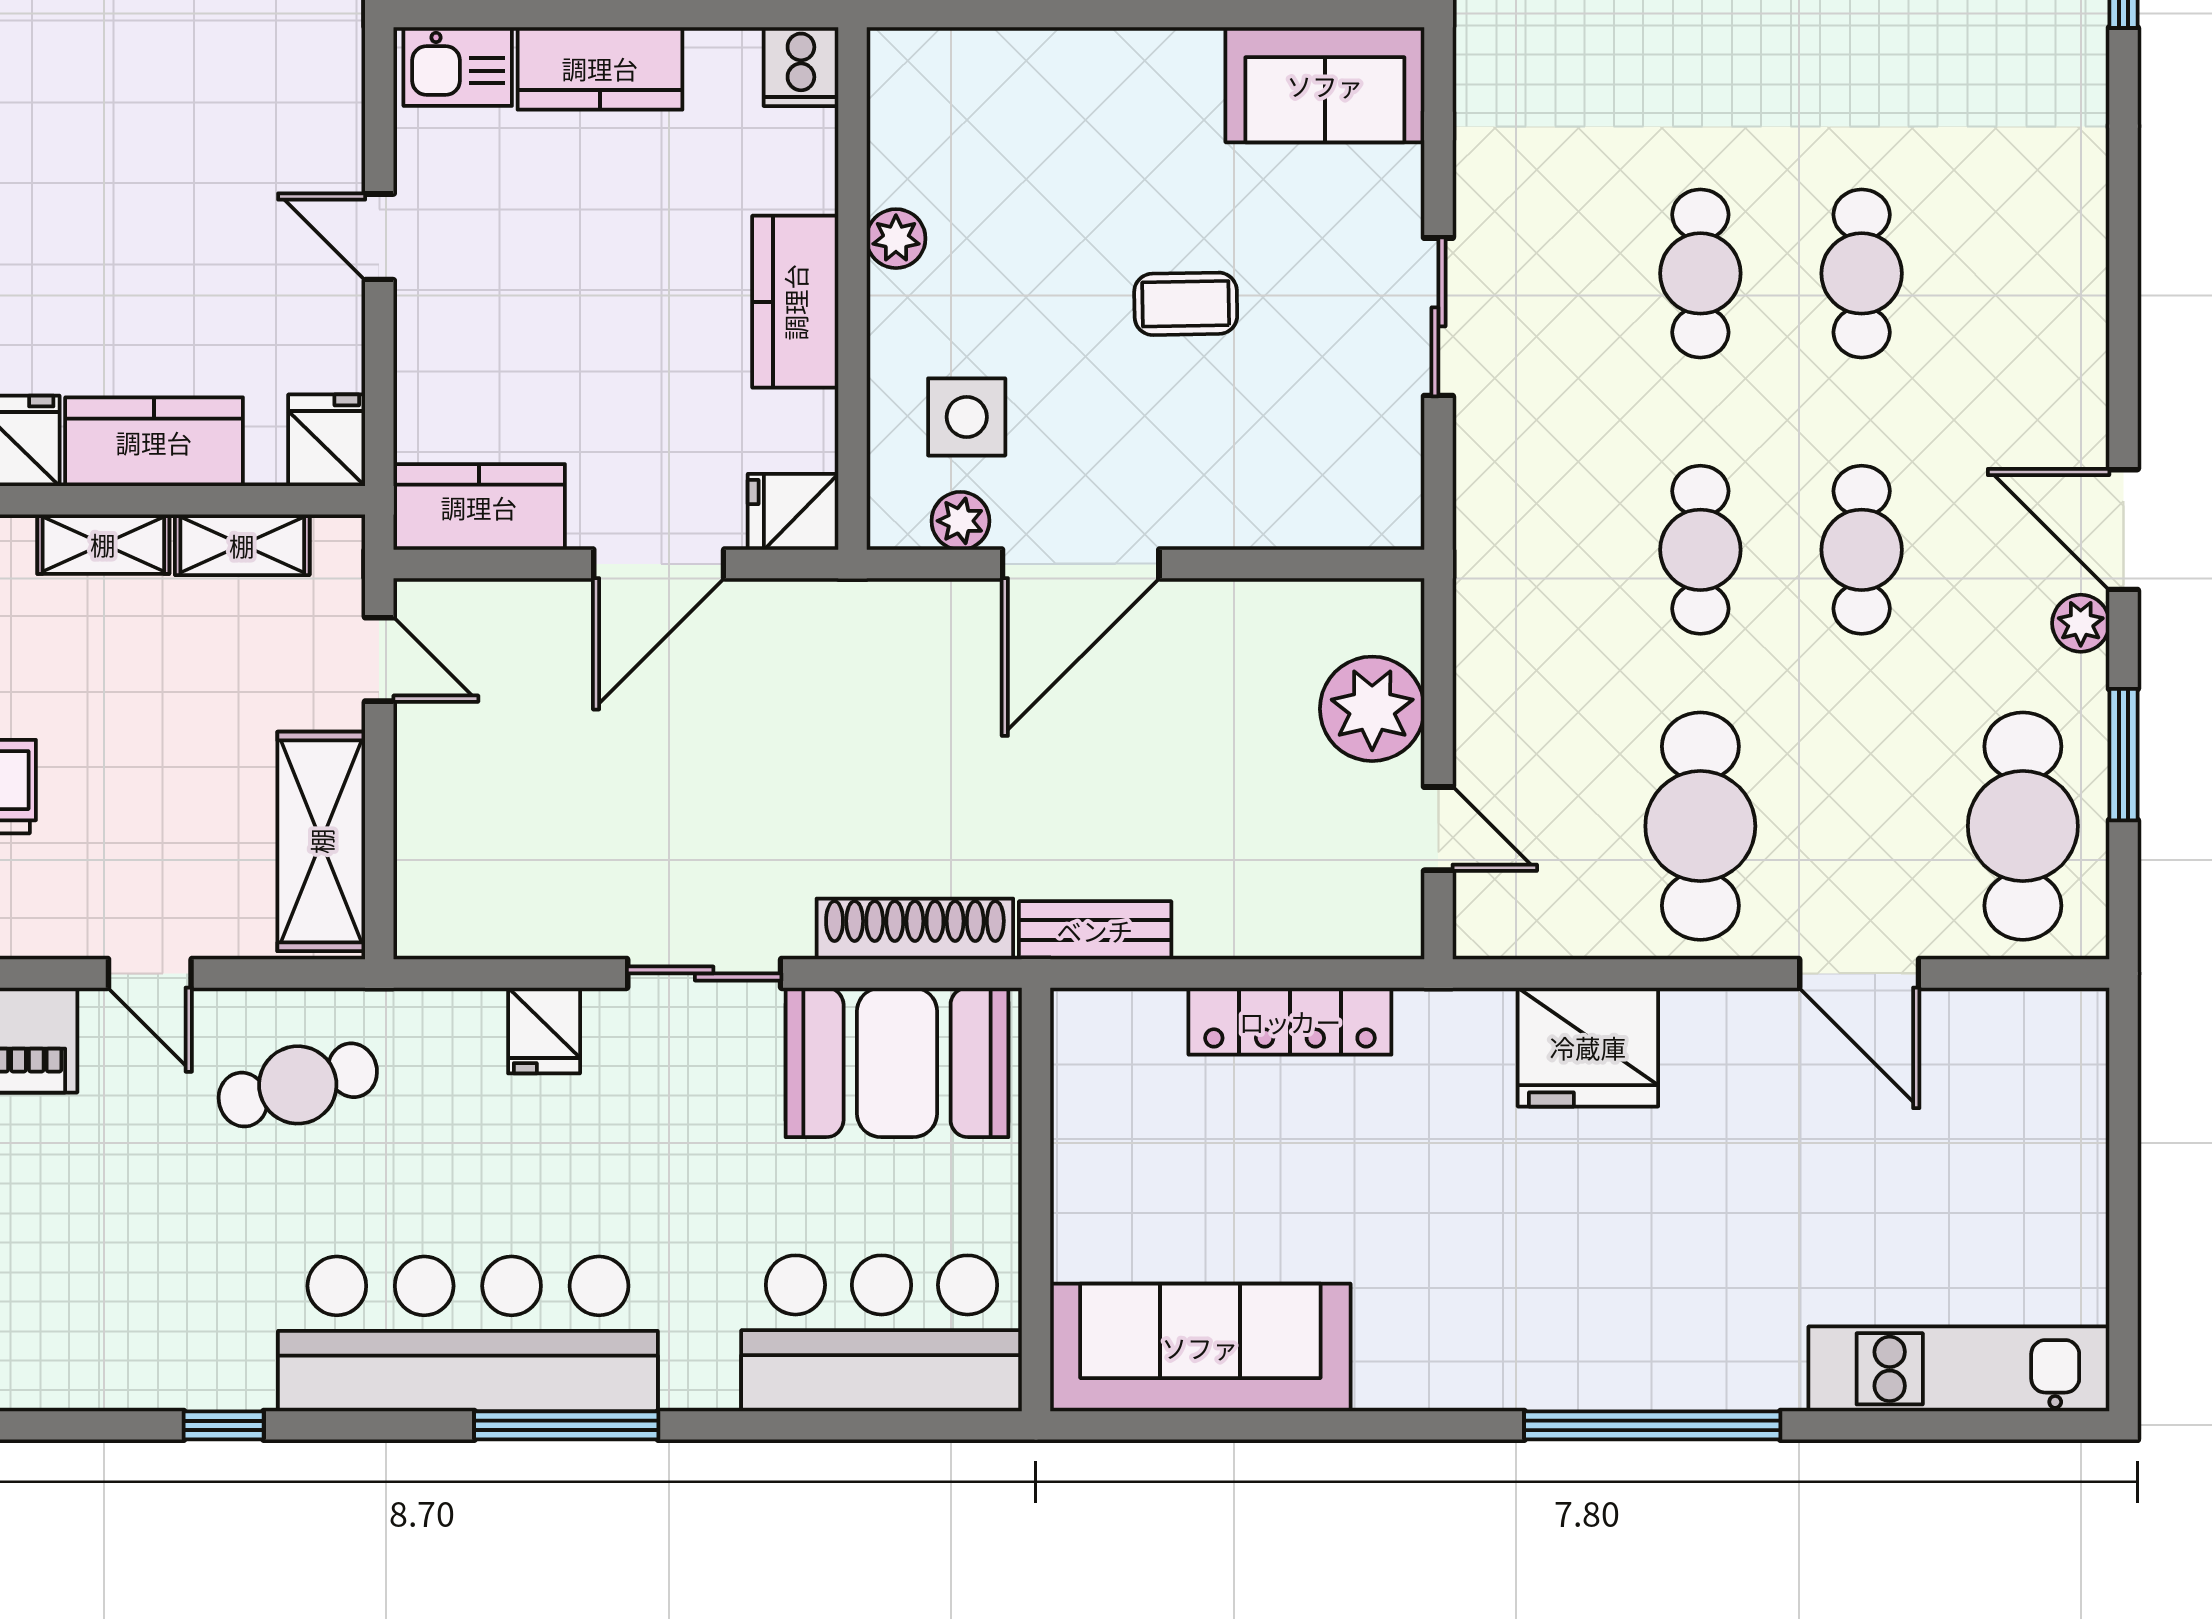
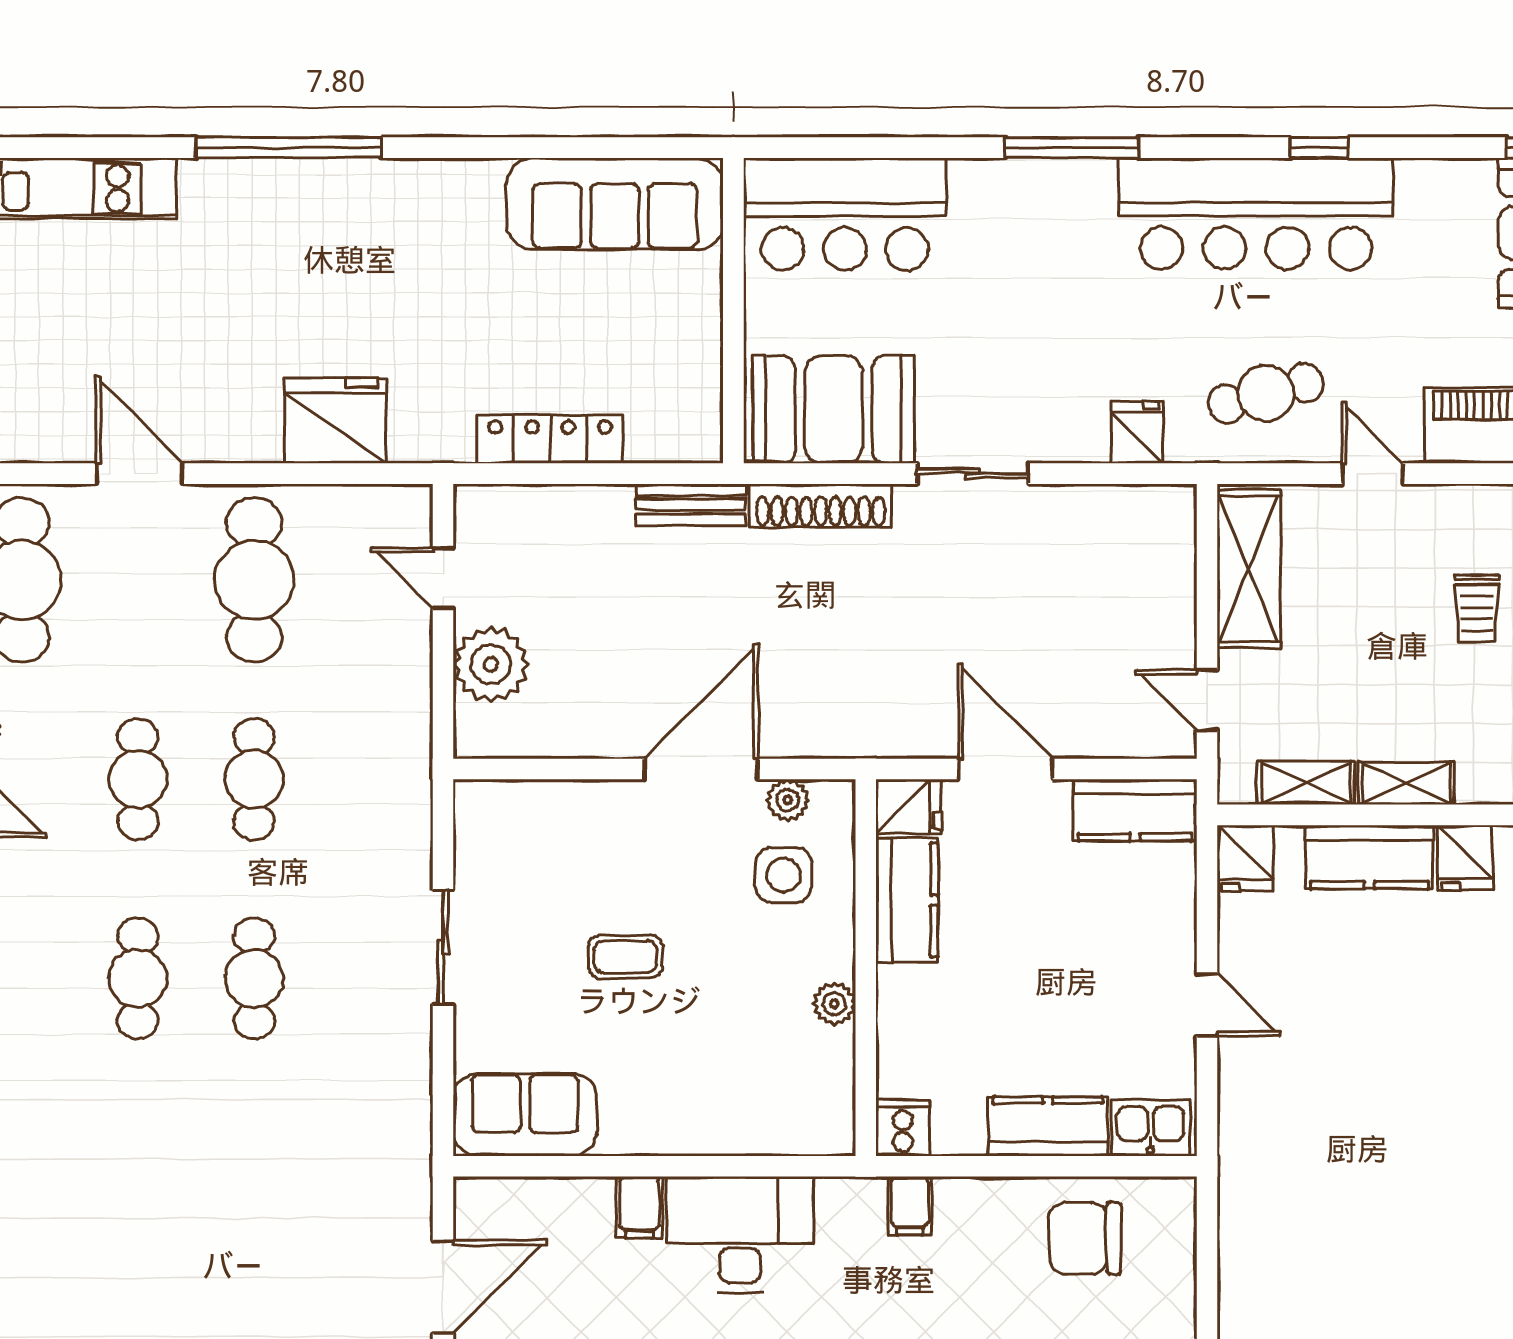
kitchen counter: (795, 302) -> (907, 900), moved
door: (659, 564) -> (1005, 769), hinge flipped
fridge: (544, 1030) -> (1137, 432), moved
bar counter: (468, 1334) -> (1256, 214), moved

